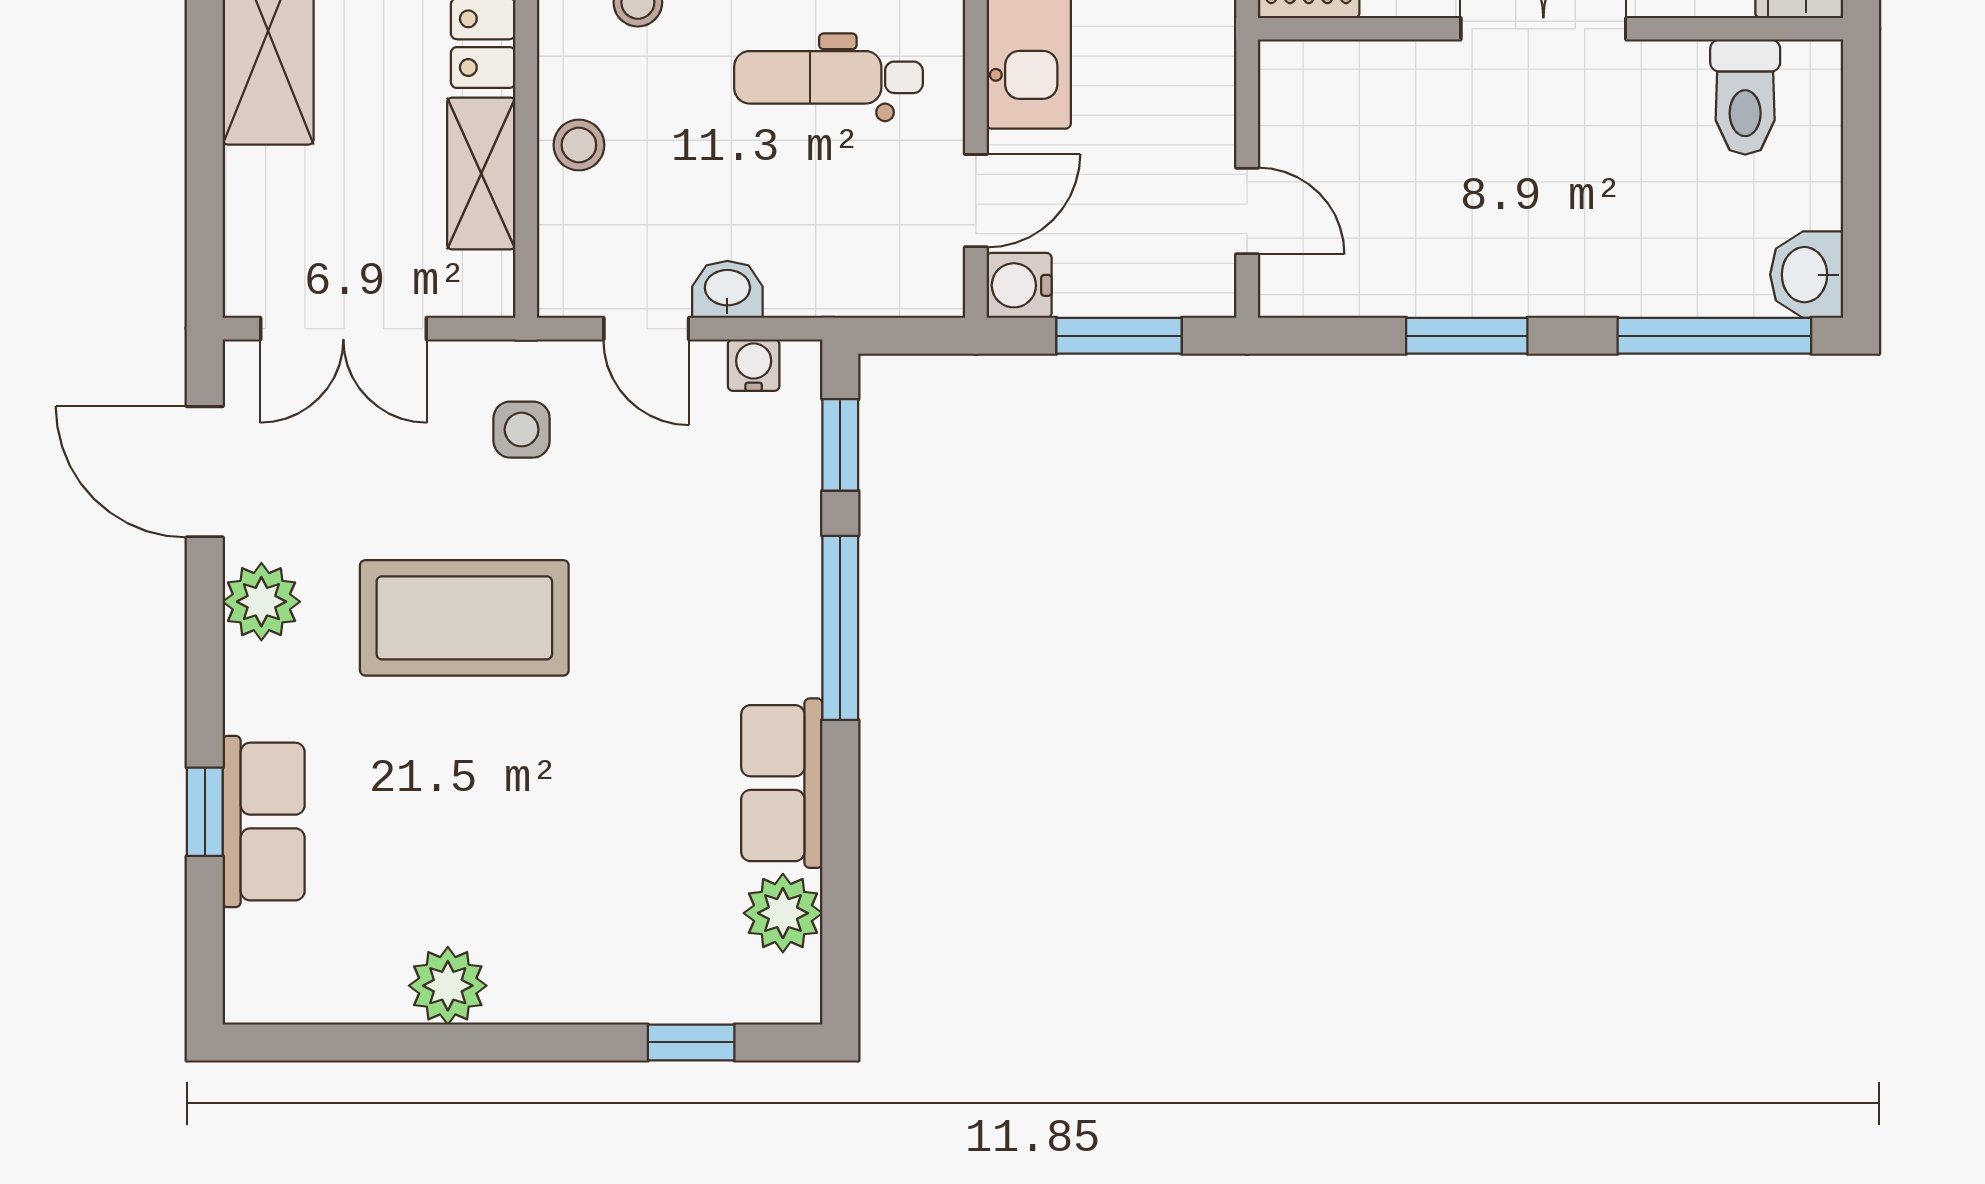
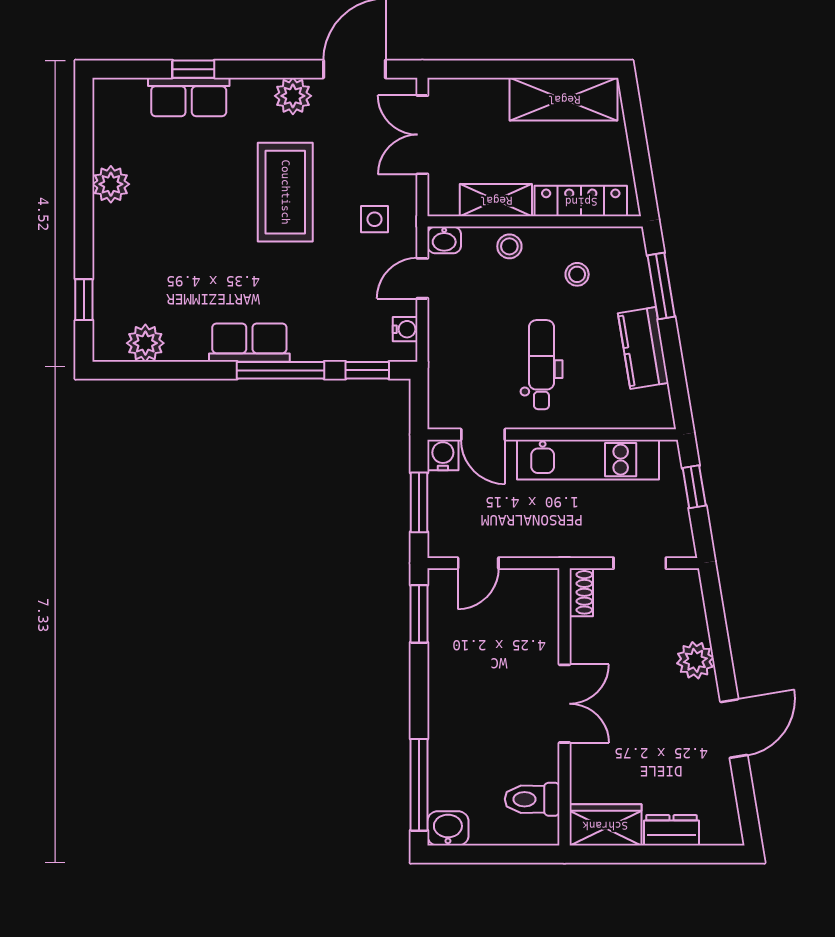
washbasin: (727, 289) -> (444, 240), moved, turned 90
window: (1467, 336) -> (419, 614), moved
row of seats: (782, 783) -> (249, 343), moved

